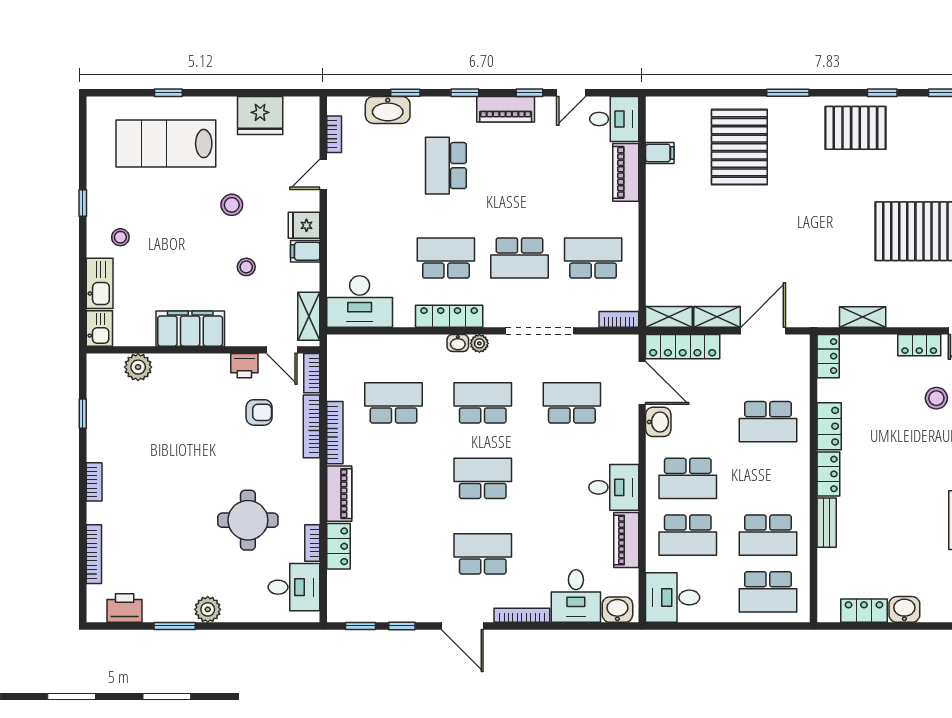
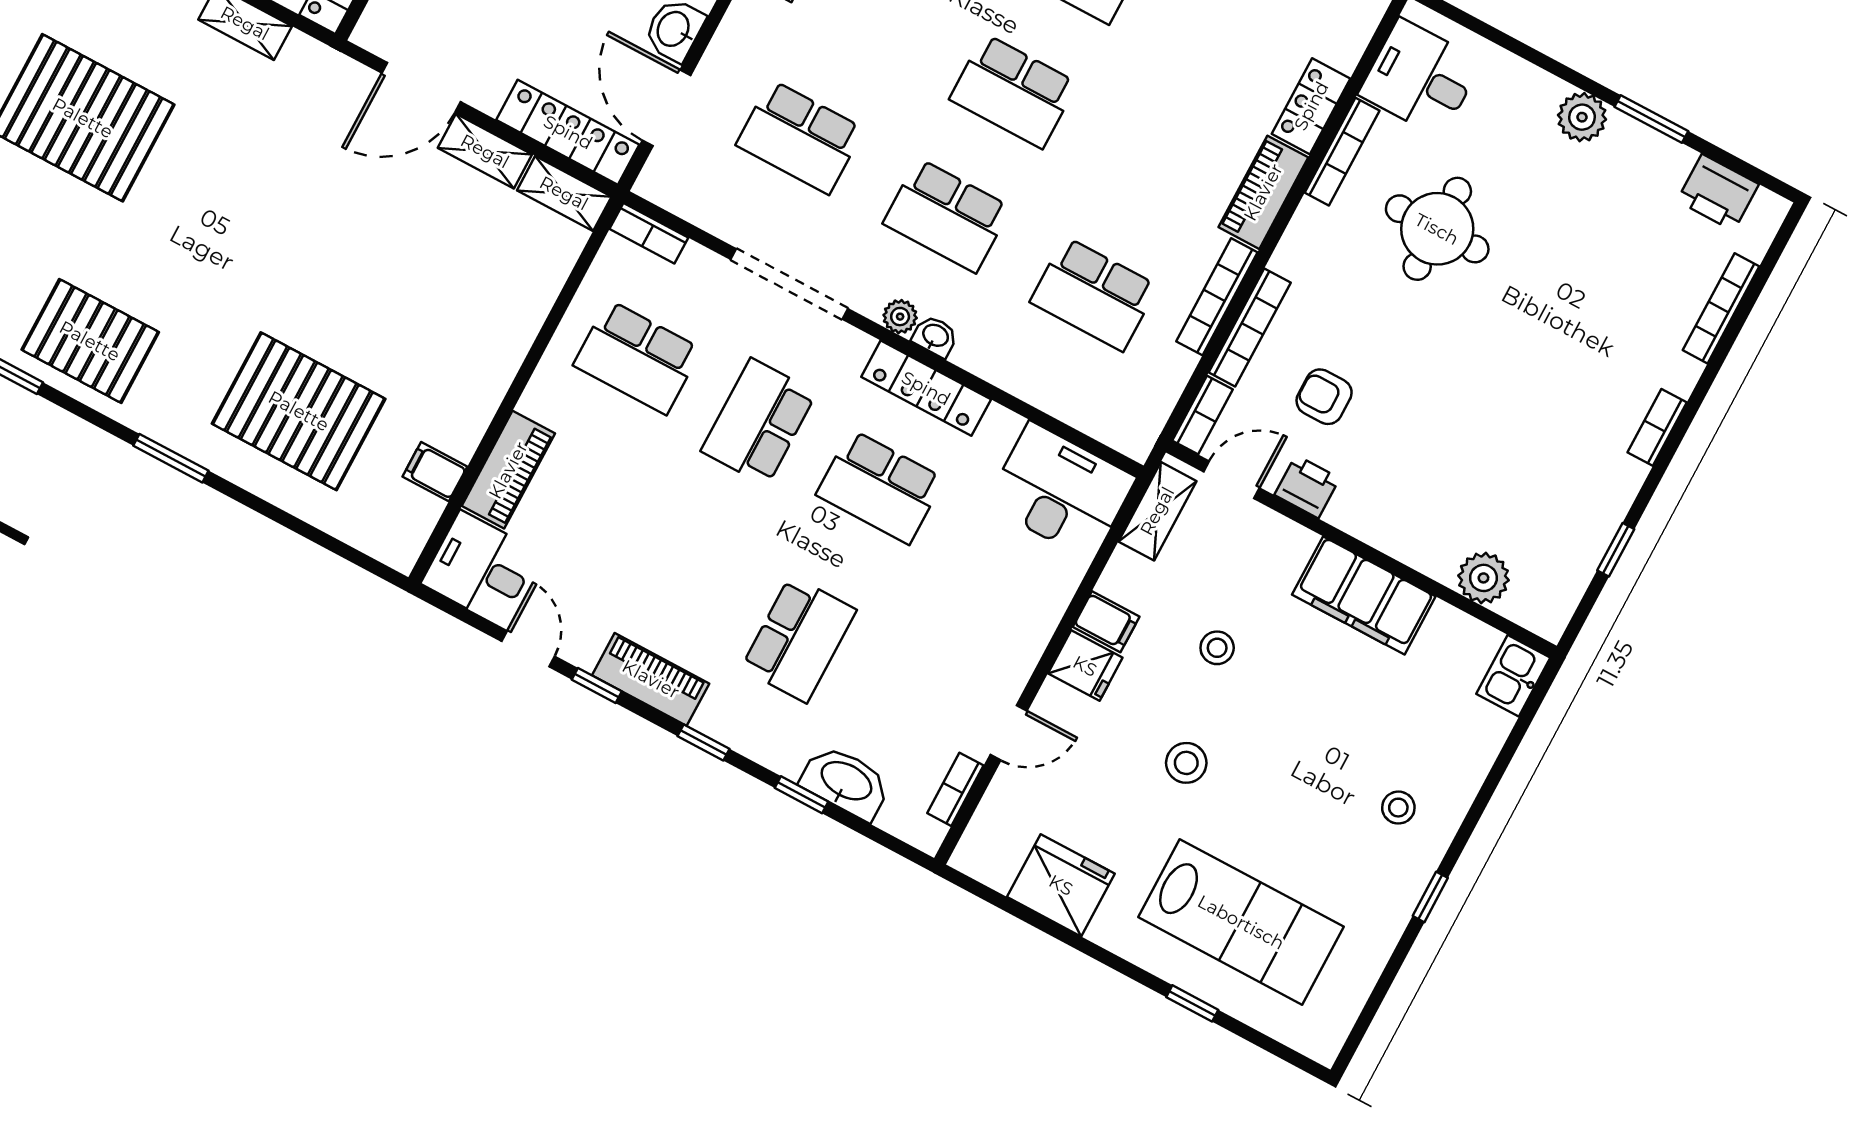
door: (571, 93) -> (528, 649), hinge flipped
pallet: (739, 147) -> (299, 411), turned 90
school desk: (520, 258) -> (759, 422), turned -90
kitchen sink: (100, 283) -> (1473, 750), removed
door: (282, 350) -> (1232, 480), hinge flipped
bookcase: (312, 543) -> (1342, 152), width x1.56

